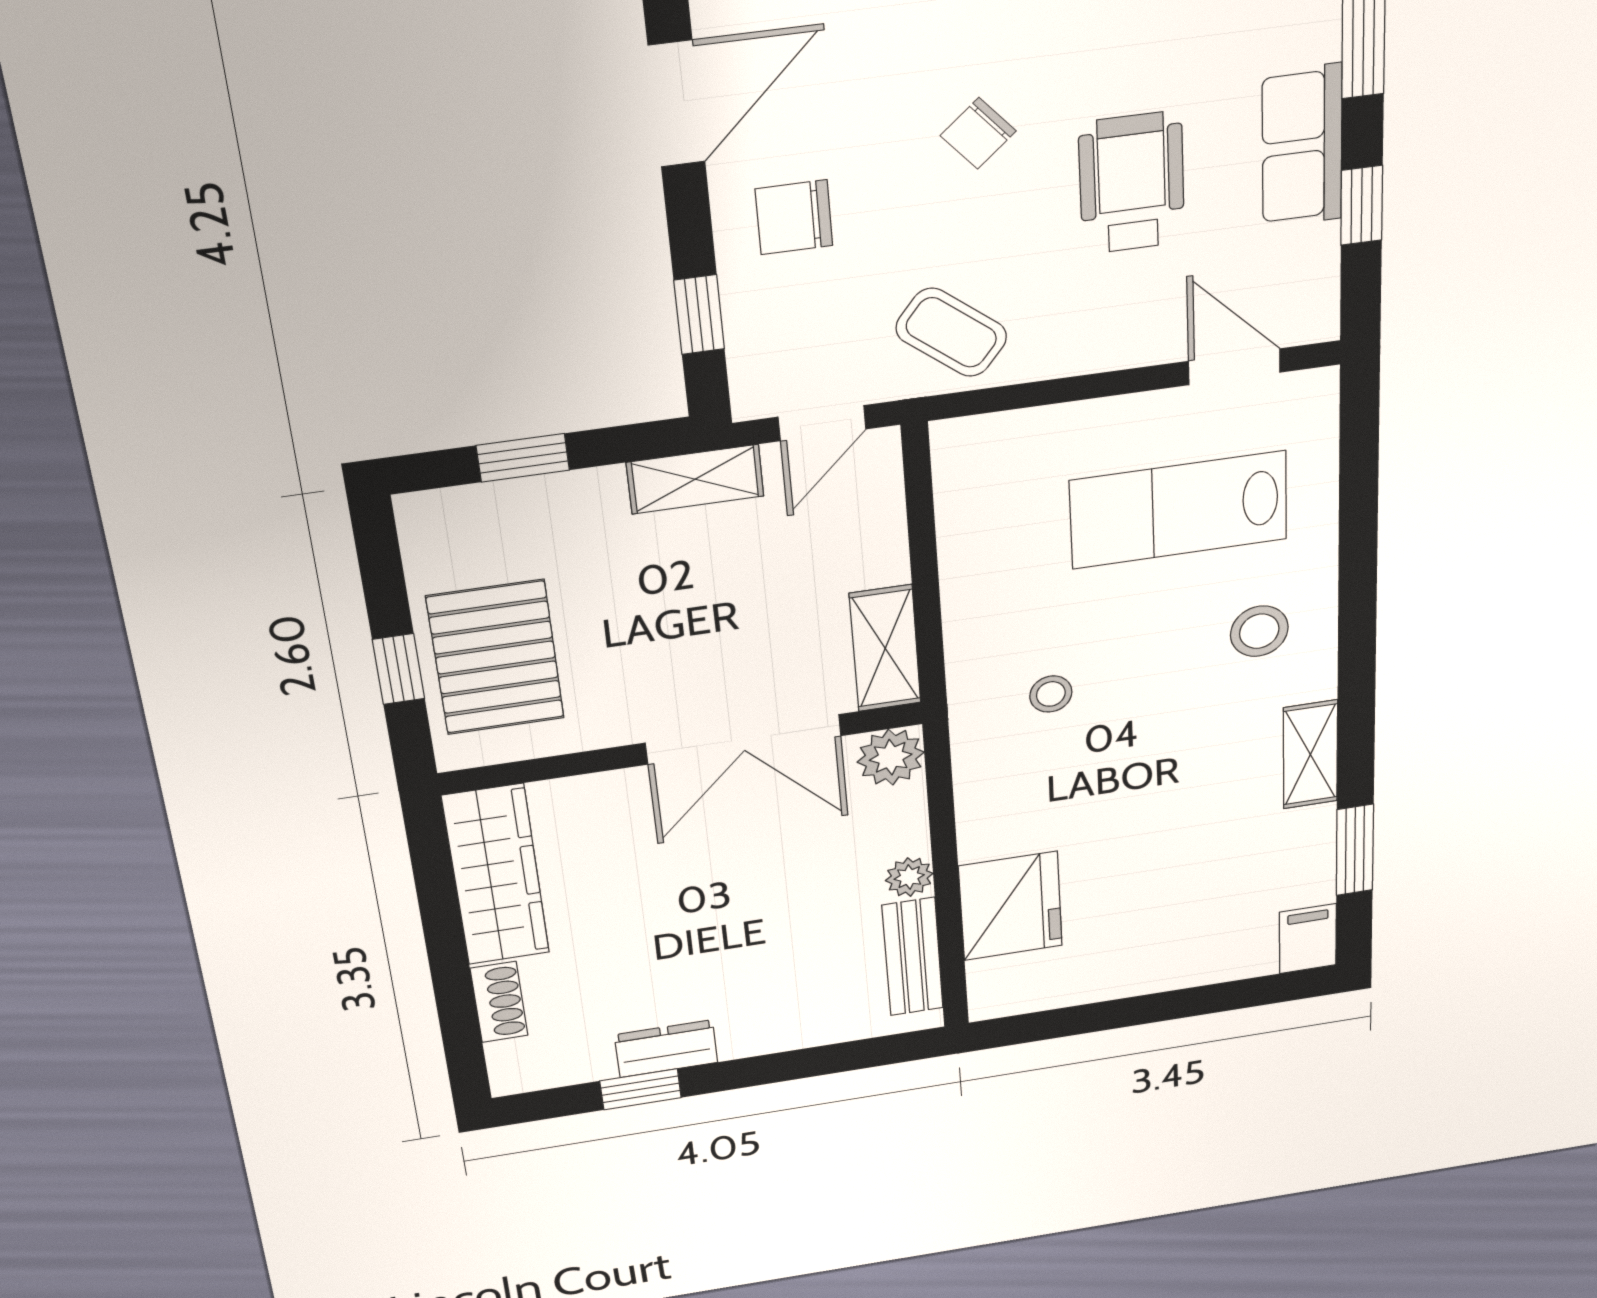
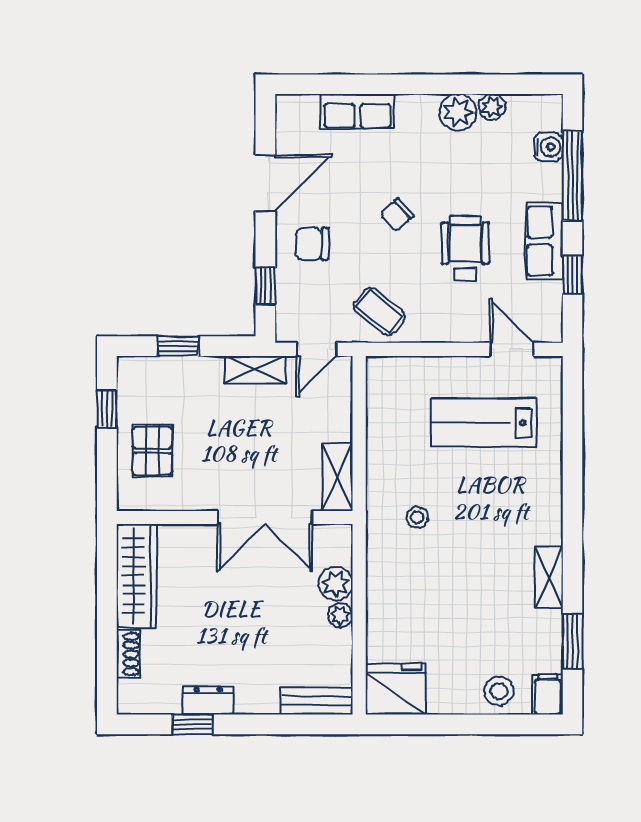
stool: (1259, 631) -> (499, 691), moved
pallet: (496, 658) -> (152, 451), width x0.67, depth x0.71
window: (398, 669) -> (107, 409), moved
plant: (891, 757) -> (336, 584), moved
fridge: (1011, 906) -> (396, 689), moved, turned -90
bench: (913, 957) -> (317, 701), moved, turned 90

